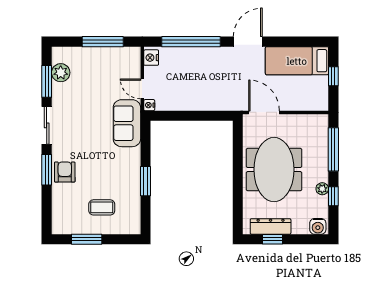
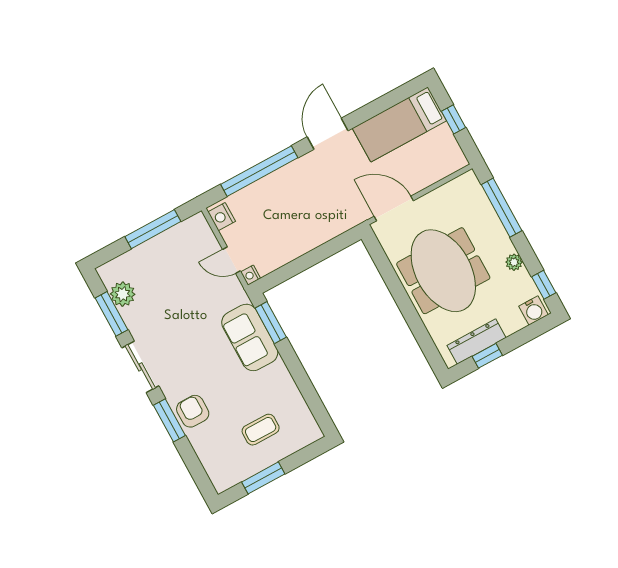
sofa: (127, 123) -> (250, 337), moved
window: (146, 181) -> (271, 323), moved
window: (333, 196) -> (544, 285), moved

